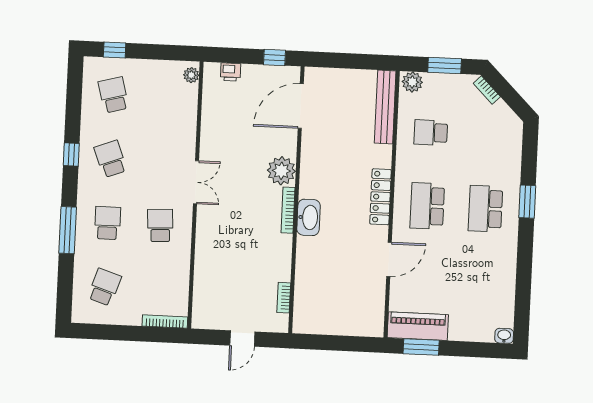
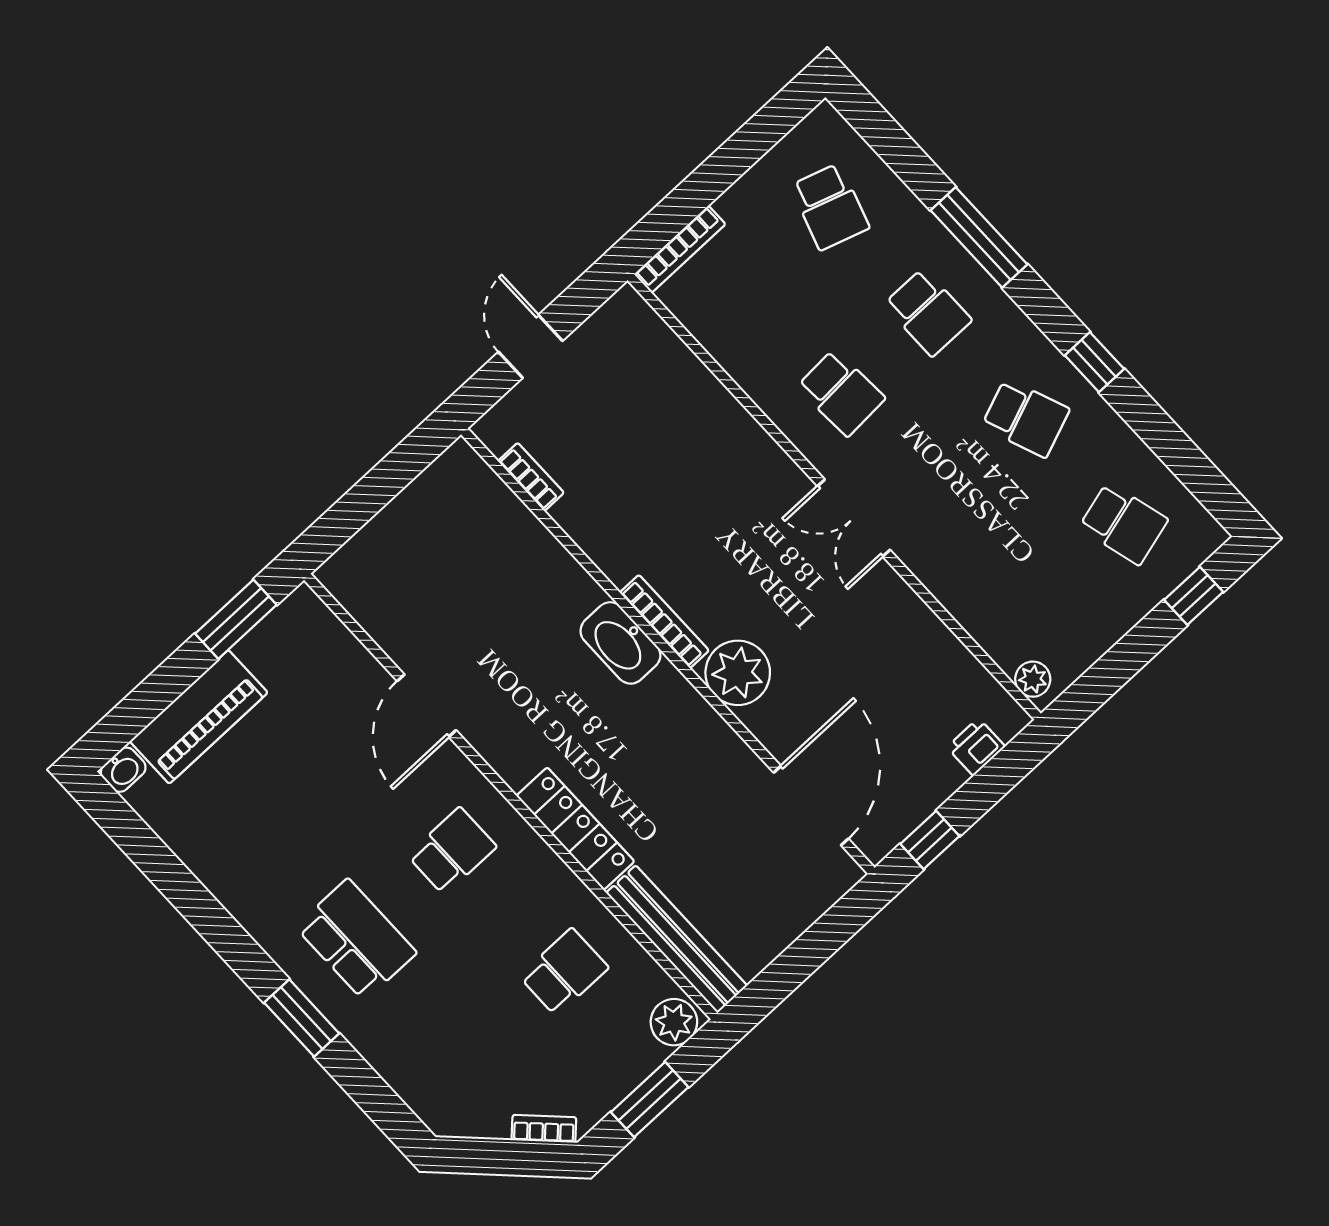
locker: (381, 197) -> (575, 829), moved
school desk: (427, 206) -> (452, 851), width x0.54
piano: (418, 326) -> (199, 717), moved

